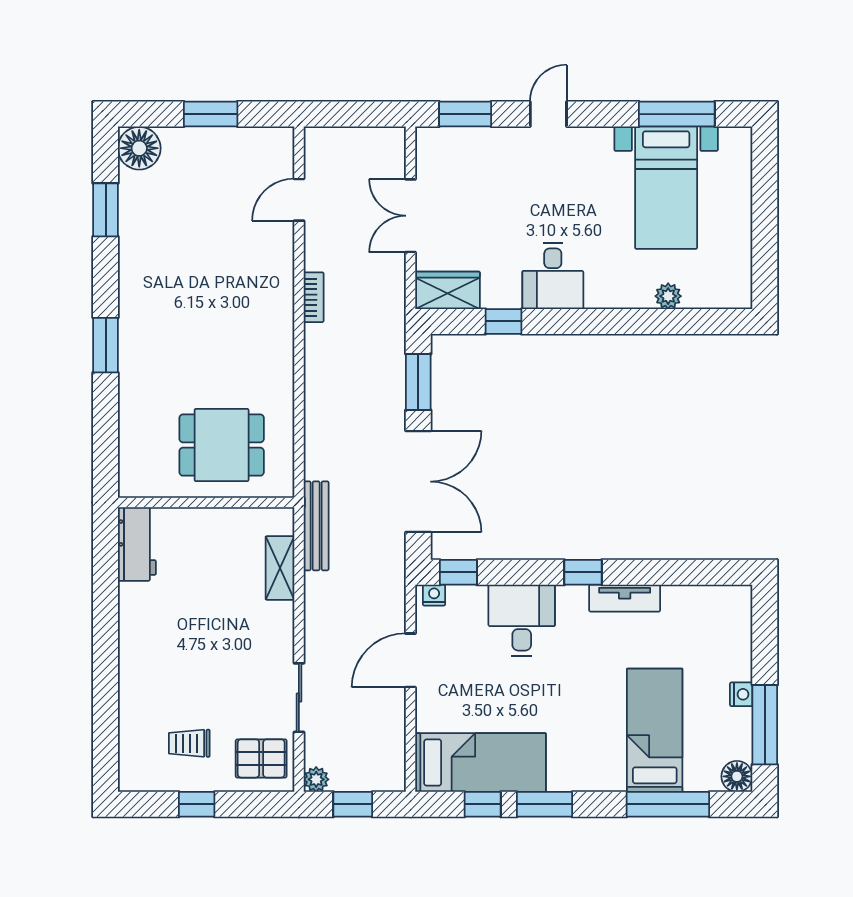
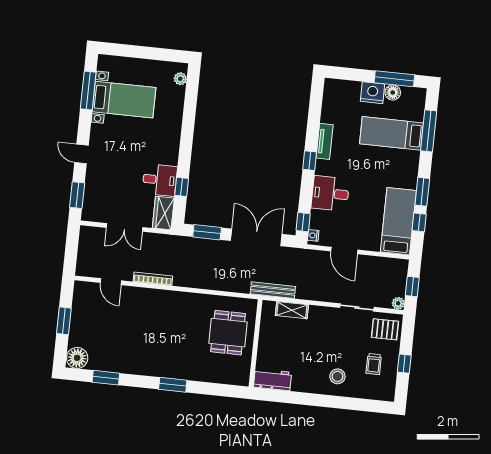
desk: (553, 276) -> (160, 180), moved
plant: (668, 296) -> (180, 79), moved
bookcase: (314, 297) -> (153, 279), width x1.56
stool: (157, 673) -> (337, 376), added
nightstand: (741, 694) -> (372, 93), width x1.89, depth x1.79
pallet: (261, 758) -> (385, 329), turned 90
floor lamp: (737, 776) -> (393, 92), moved

